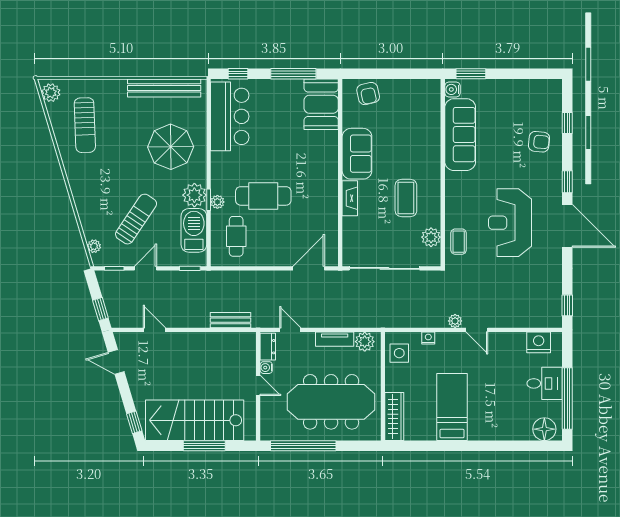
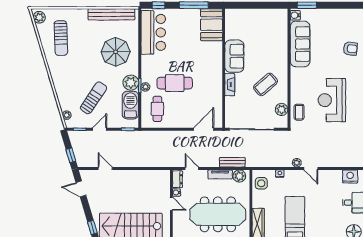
armchair: (368, 94) -> (241, 18), removed
coffee table: (406, 198) -> (266, 84), turned 49
bench: (231, 320) -> (232, 162), moved

